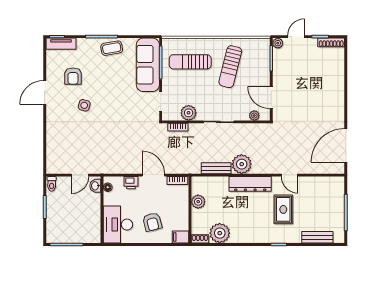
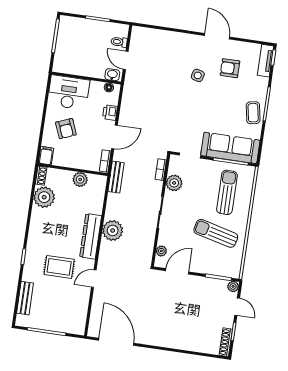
bench: (216, 168) -> (116, 177), moved
toilet: (52, 184) -> (119, 42), moved
armchair: (152, 222) -> (66, 129), turned -98

